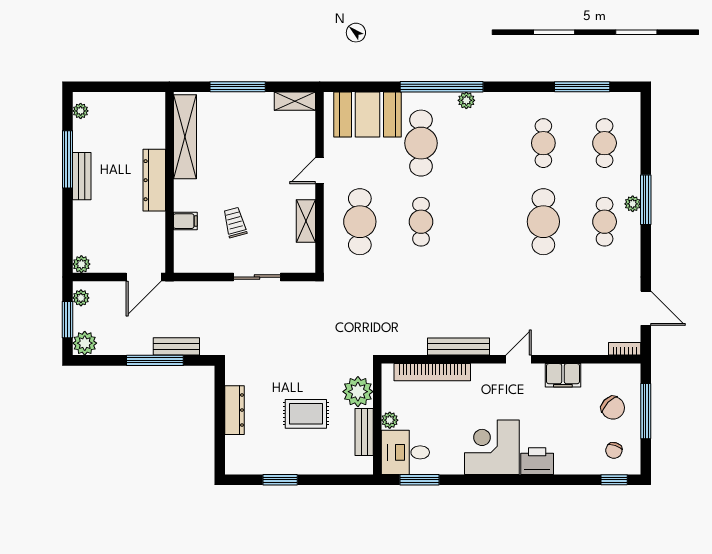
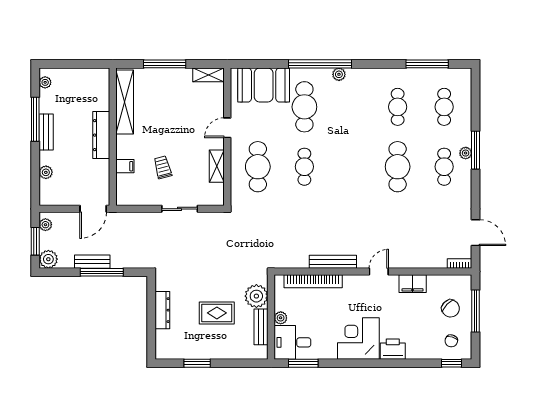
plant: (81, 264) -> (46, 172), moved
bench: (176, 346) -> (92, 262), moved

